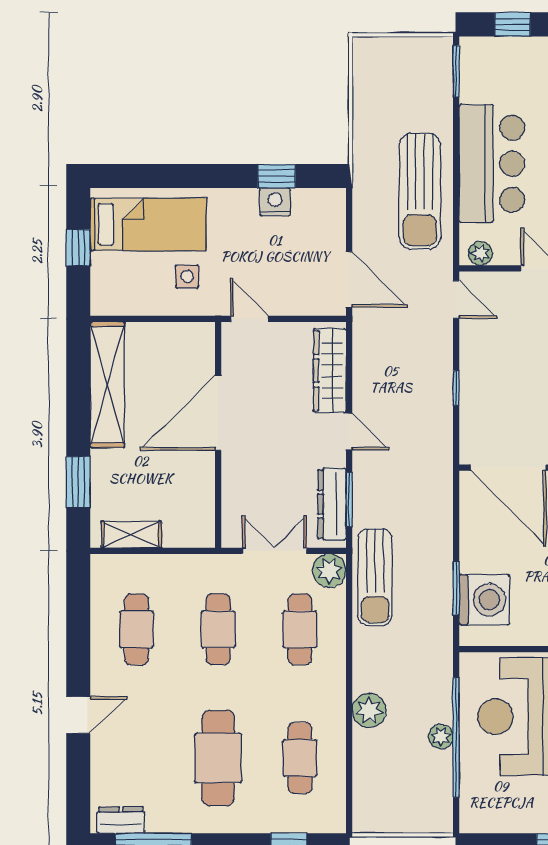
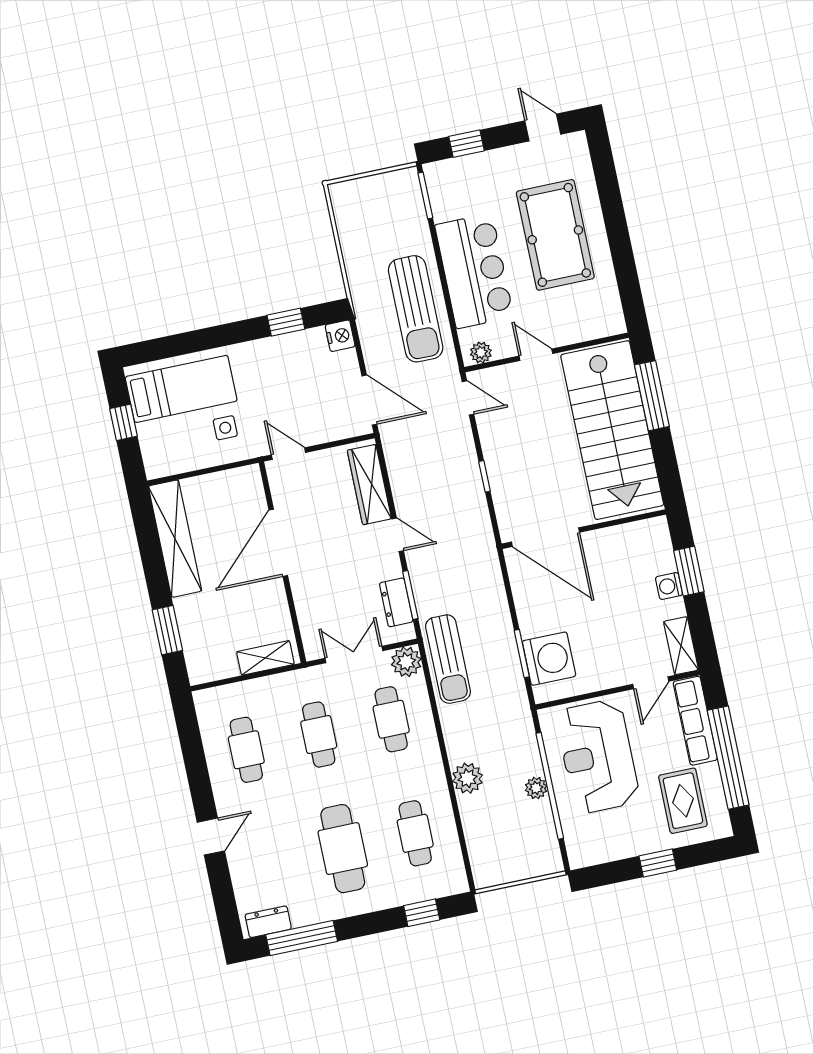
nightstand: (275, 202) -> (340, 336), moved, turned 90
dresser: (332, 504) -> (396, 602), width x0.70
shelving: (131, 534) -> (265, 658), moved

